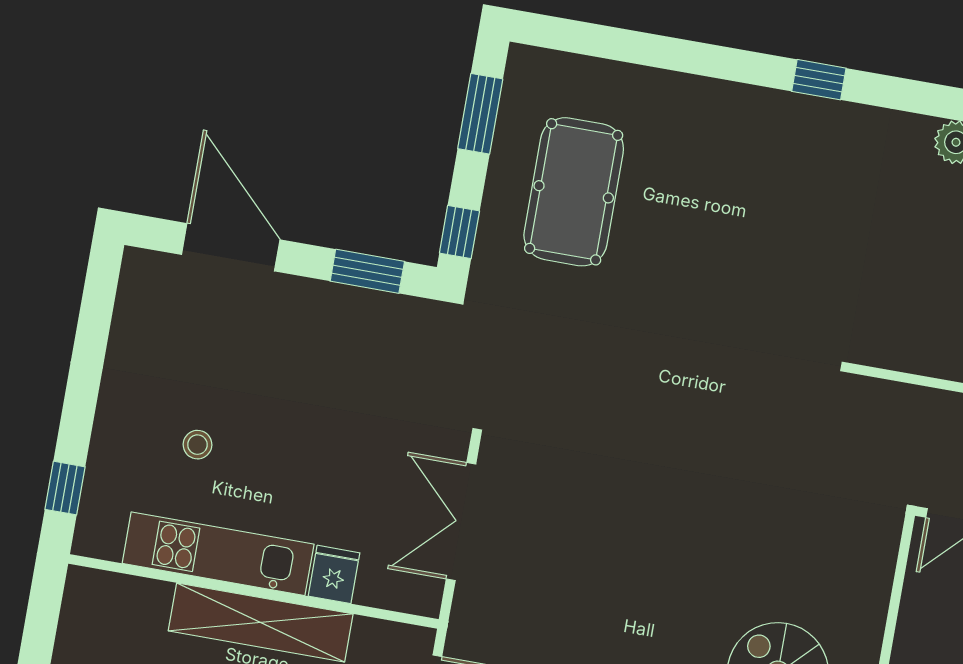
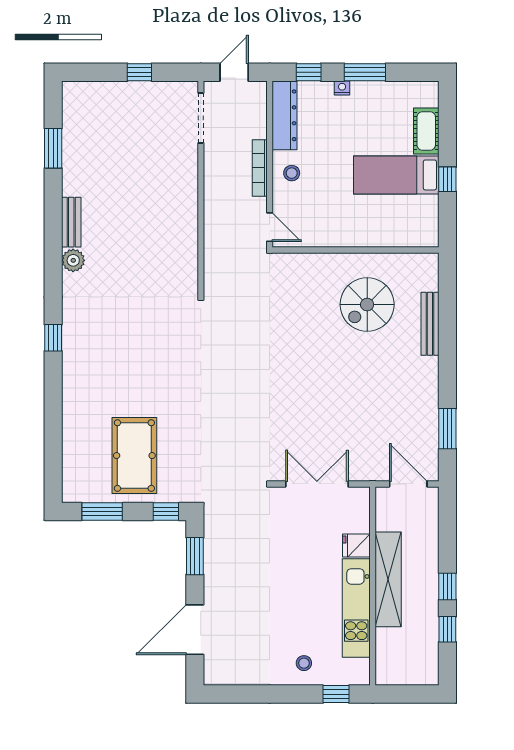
pool table: (574, 192) -> (134, 456), turned 90
stool: (197, 445) -> (304, 663), moved
double door: (461, 521) -> (317, 484), swing flipped

